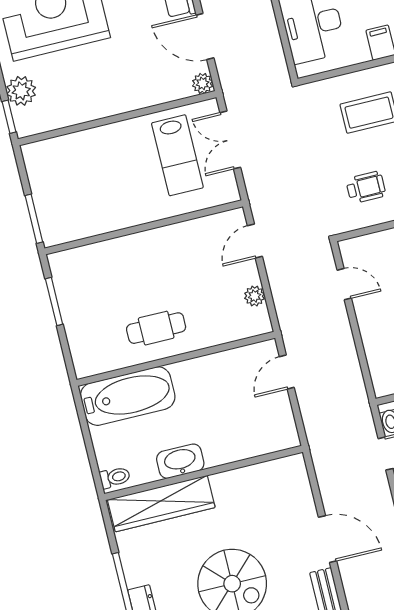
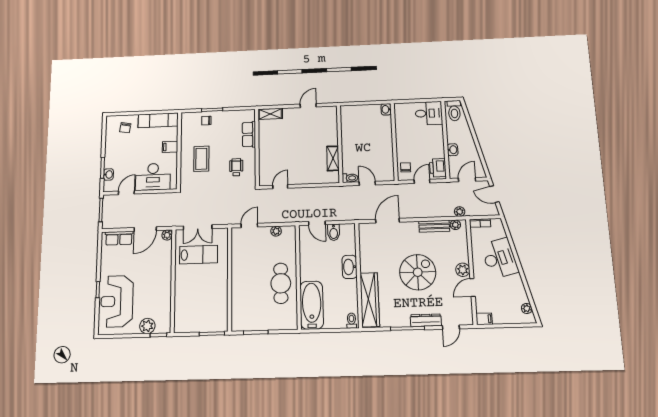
door: (255, 241) -> (249, 225), swing flipped
cafe table: (156, 328) -> (281, 283), width x1.37, depth x1.35
bidet: (275, 408) -> (334, 232), added
washbasin: (180, 461) -> (350, 267), moved
door: (327, 539) -> (387, 221), moved

